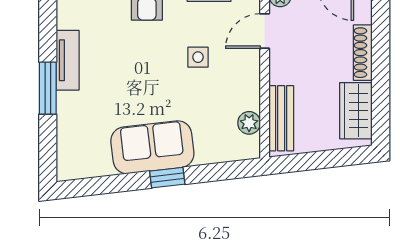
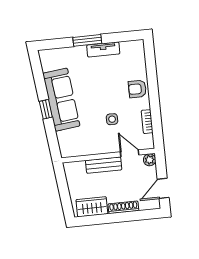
bench: (281, 118) -> (104, 165), moved
plant: (249, 123) -> (80, 150), removed
sofa: (152, 147) -> (61, 100), width x1.36

